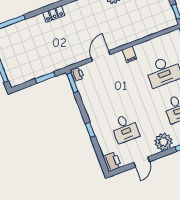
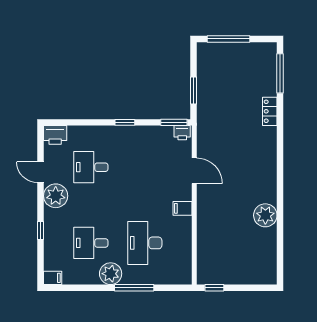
locker: (54, 14) -> (270, 111), moved
window: (90, 130) -> (125, 122), moved
plant: (163, 142) -> (56, 196), moved

